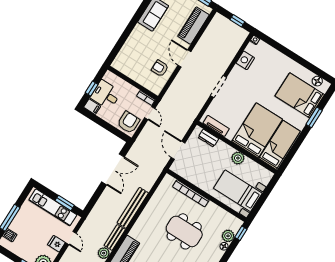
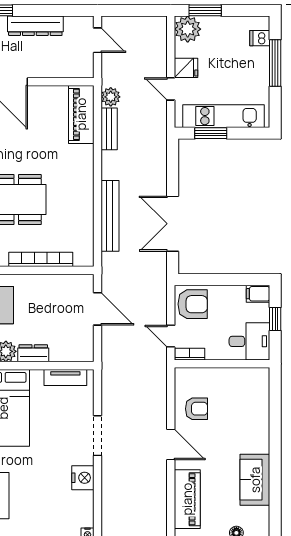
nightstand: (245, 60) -> (83, 478), moved
desk: (106, 95) -> (249, 341), moved
armchair: (129, 122) -> (193, 304), turned -90
dresser: (208, 138) -> (33, 353), moved
bench: (133, 208) -> (110, 216), moved

